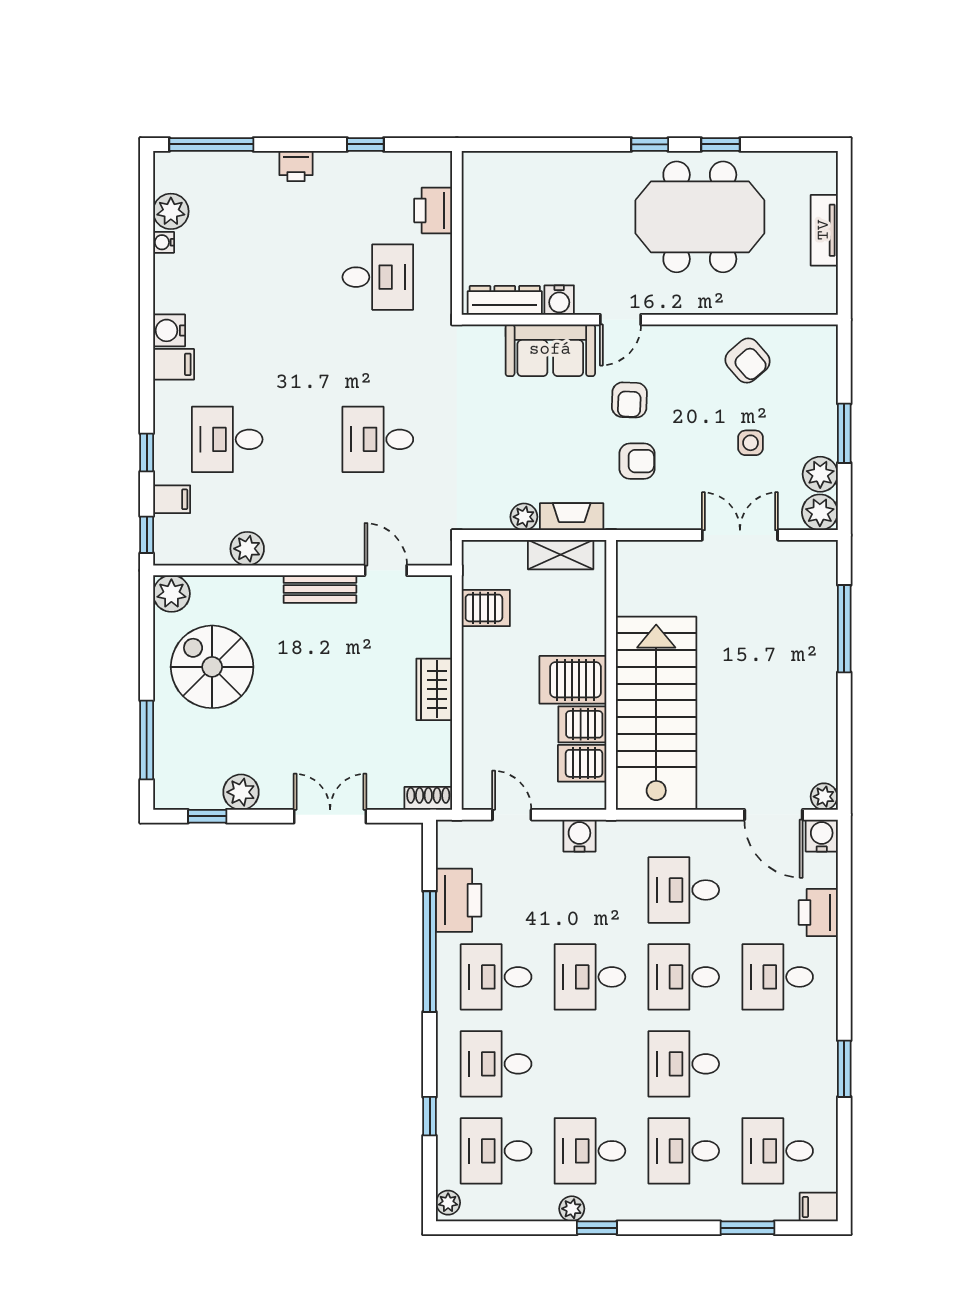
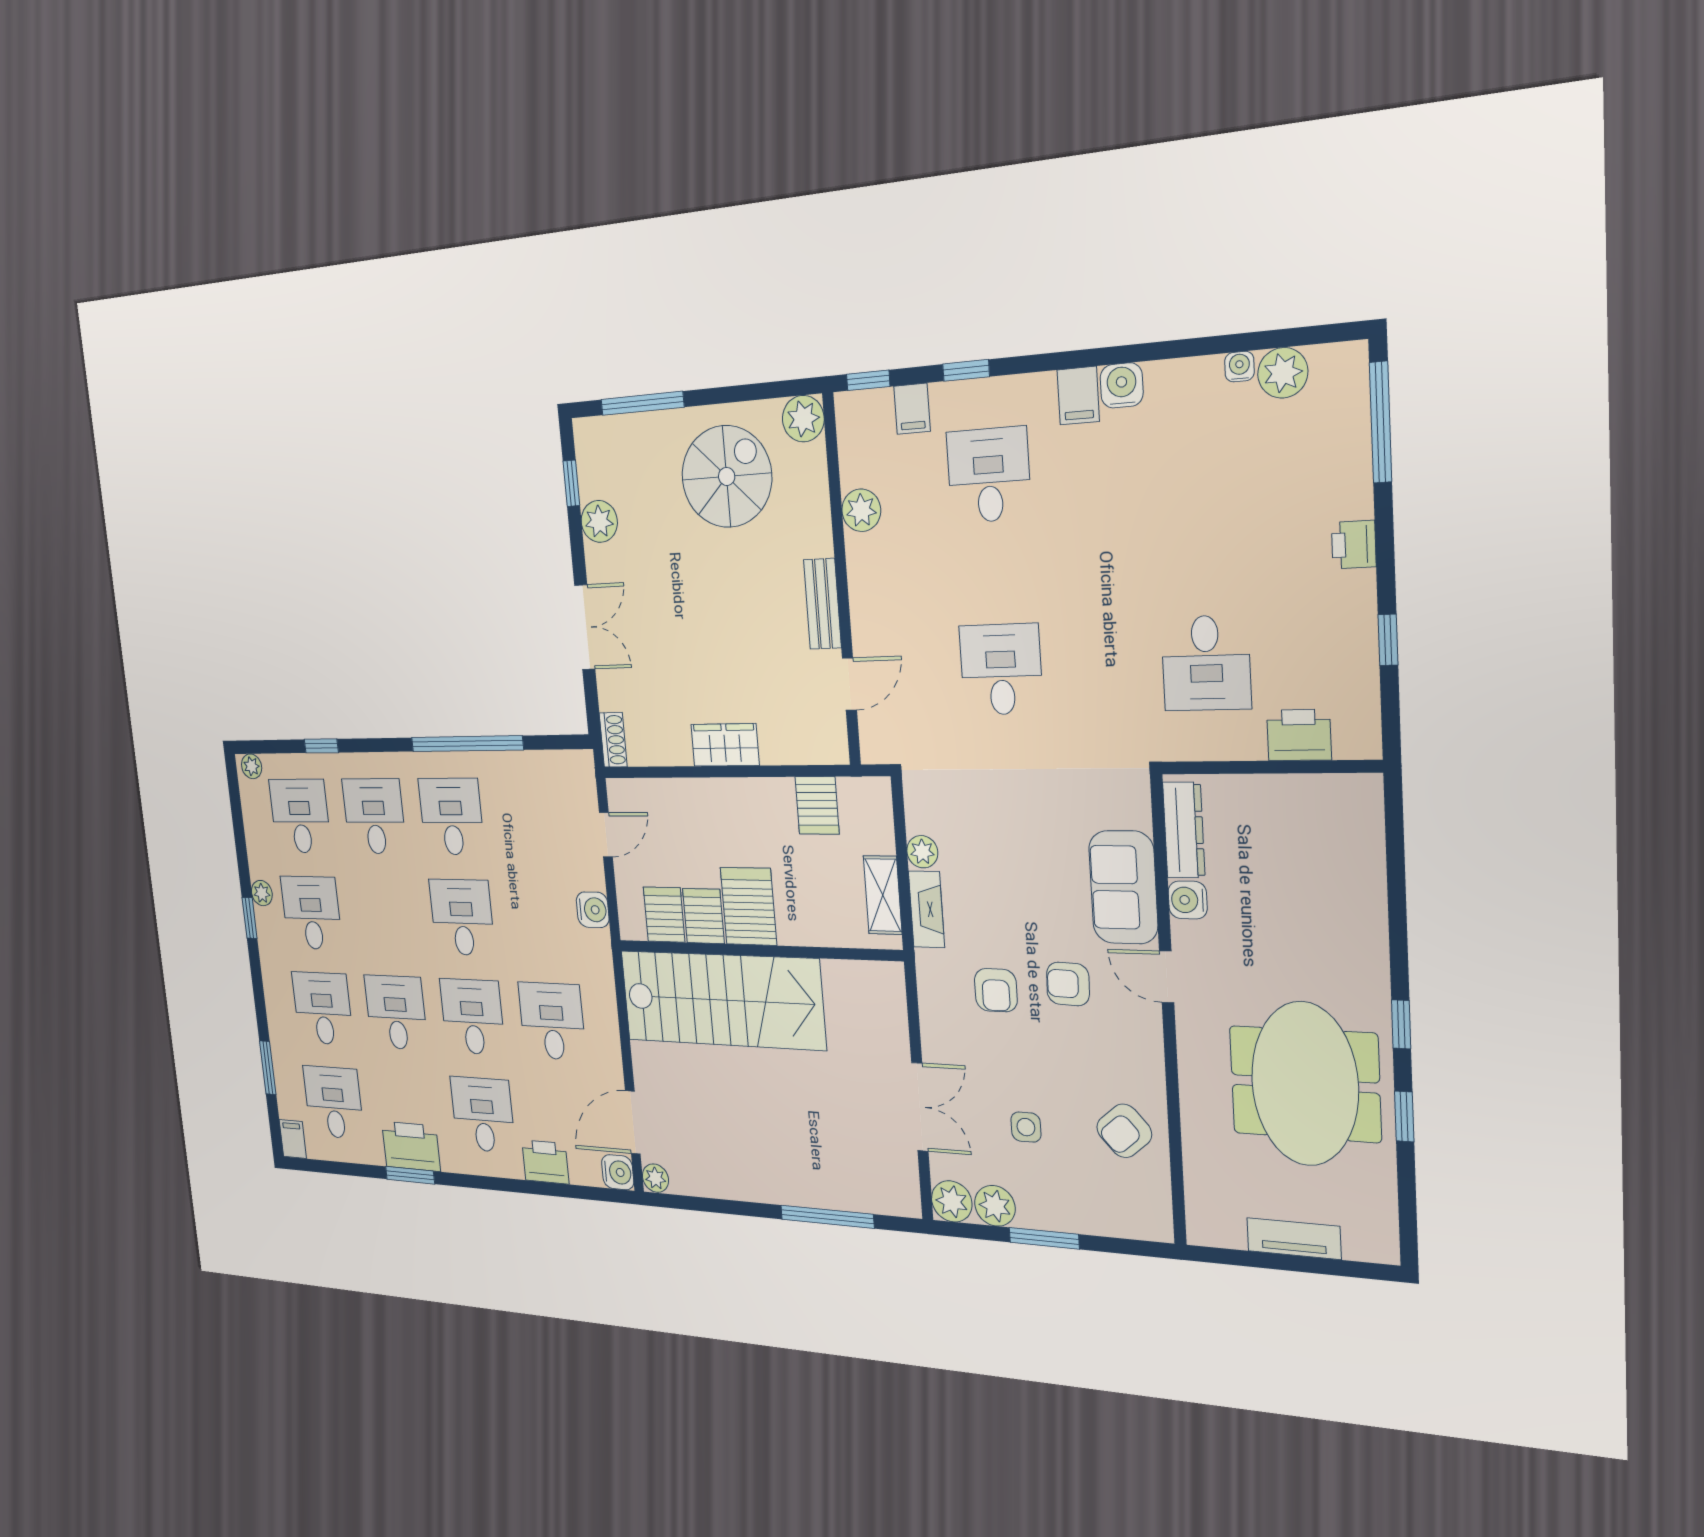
printer: (459, 900) -> (411, 1146), moved, turned 180

